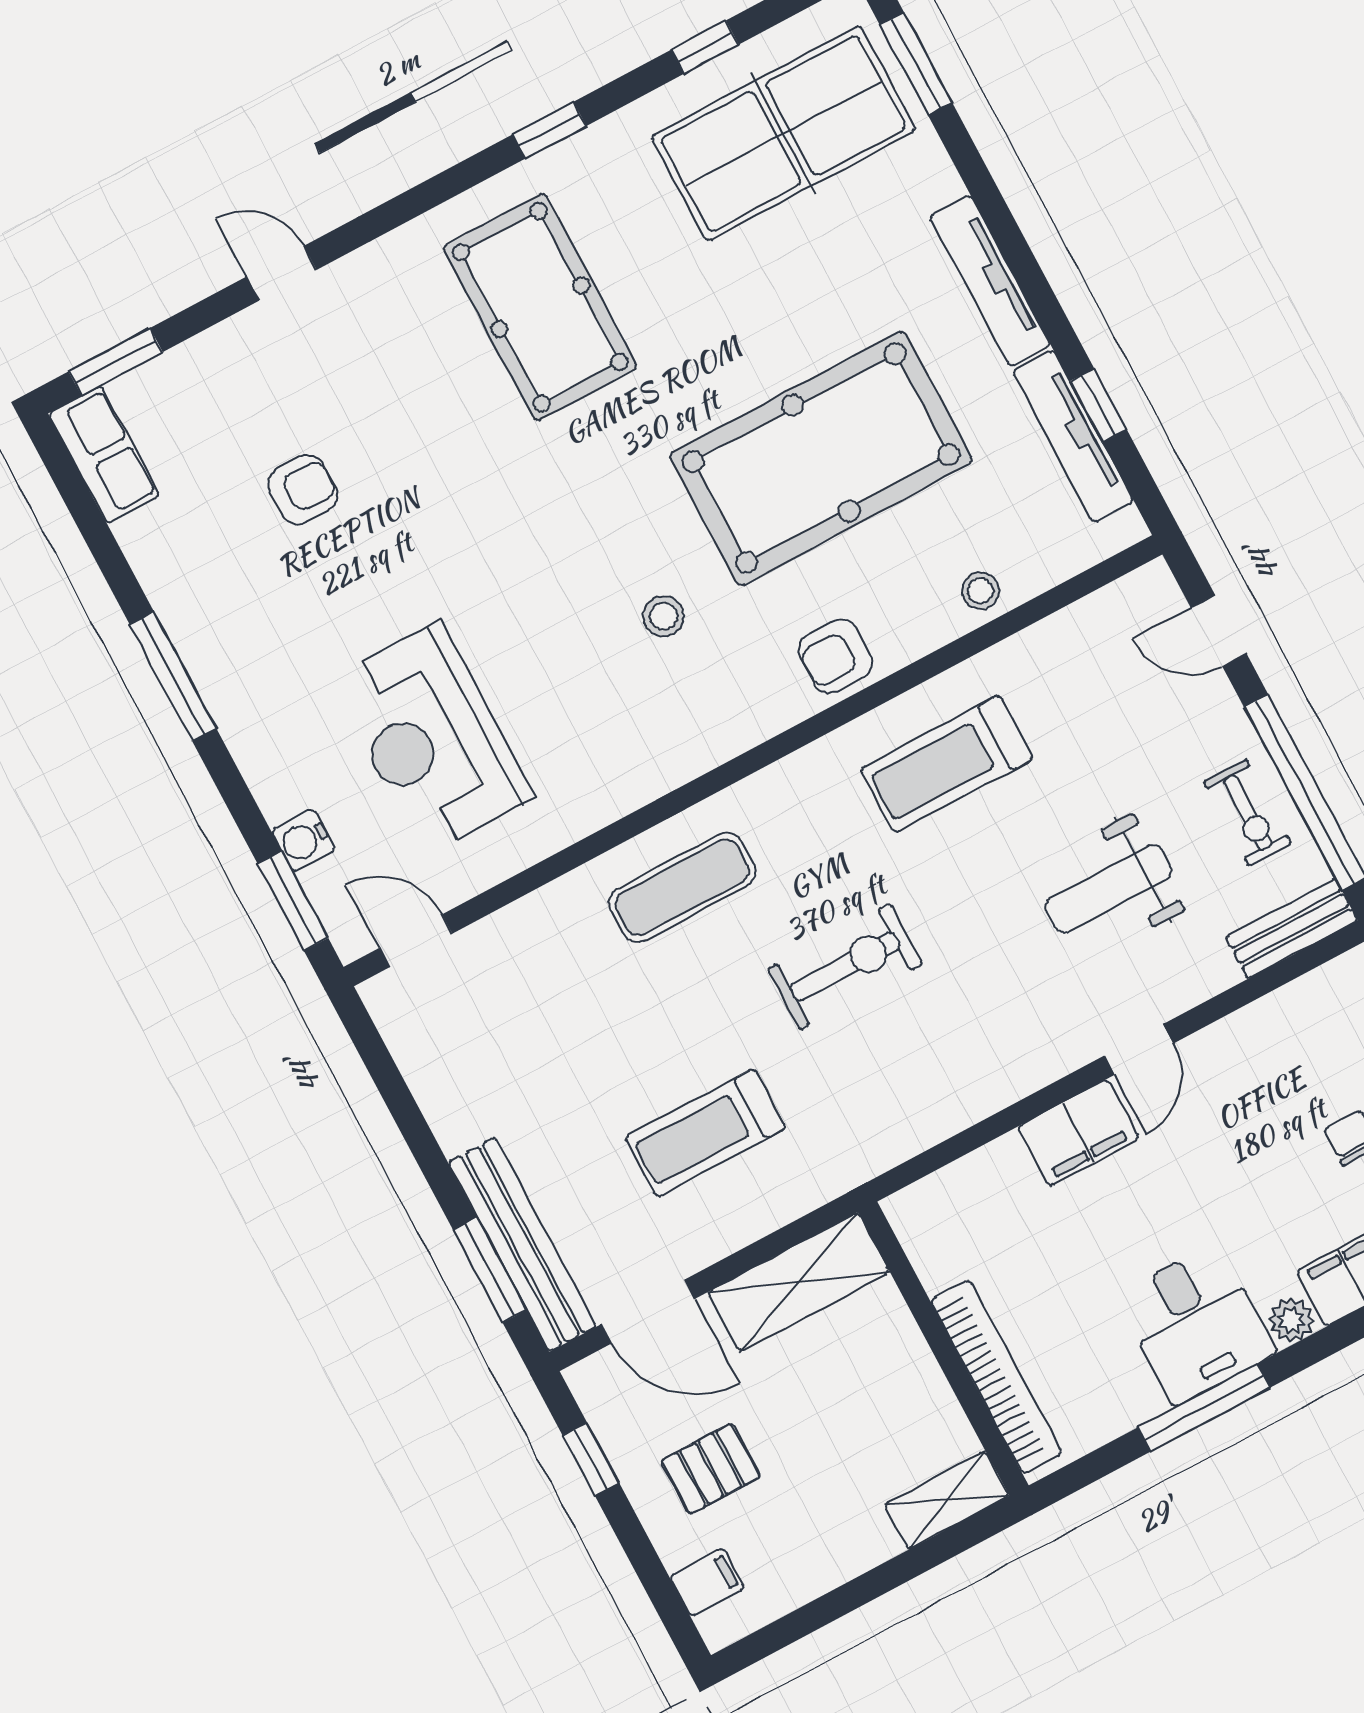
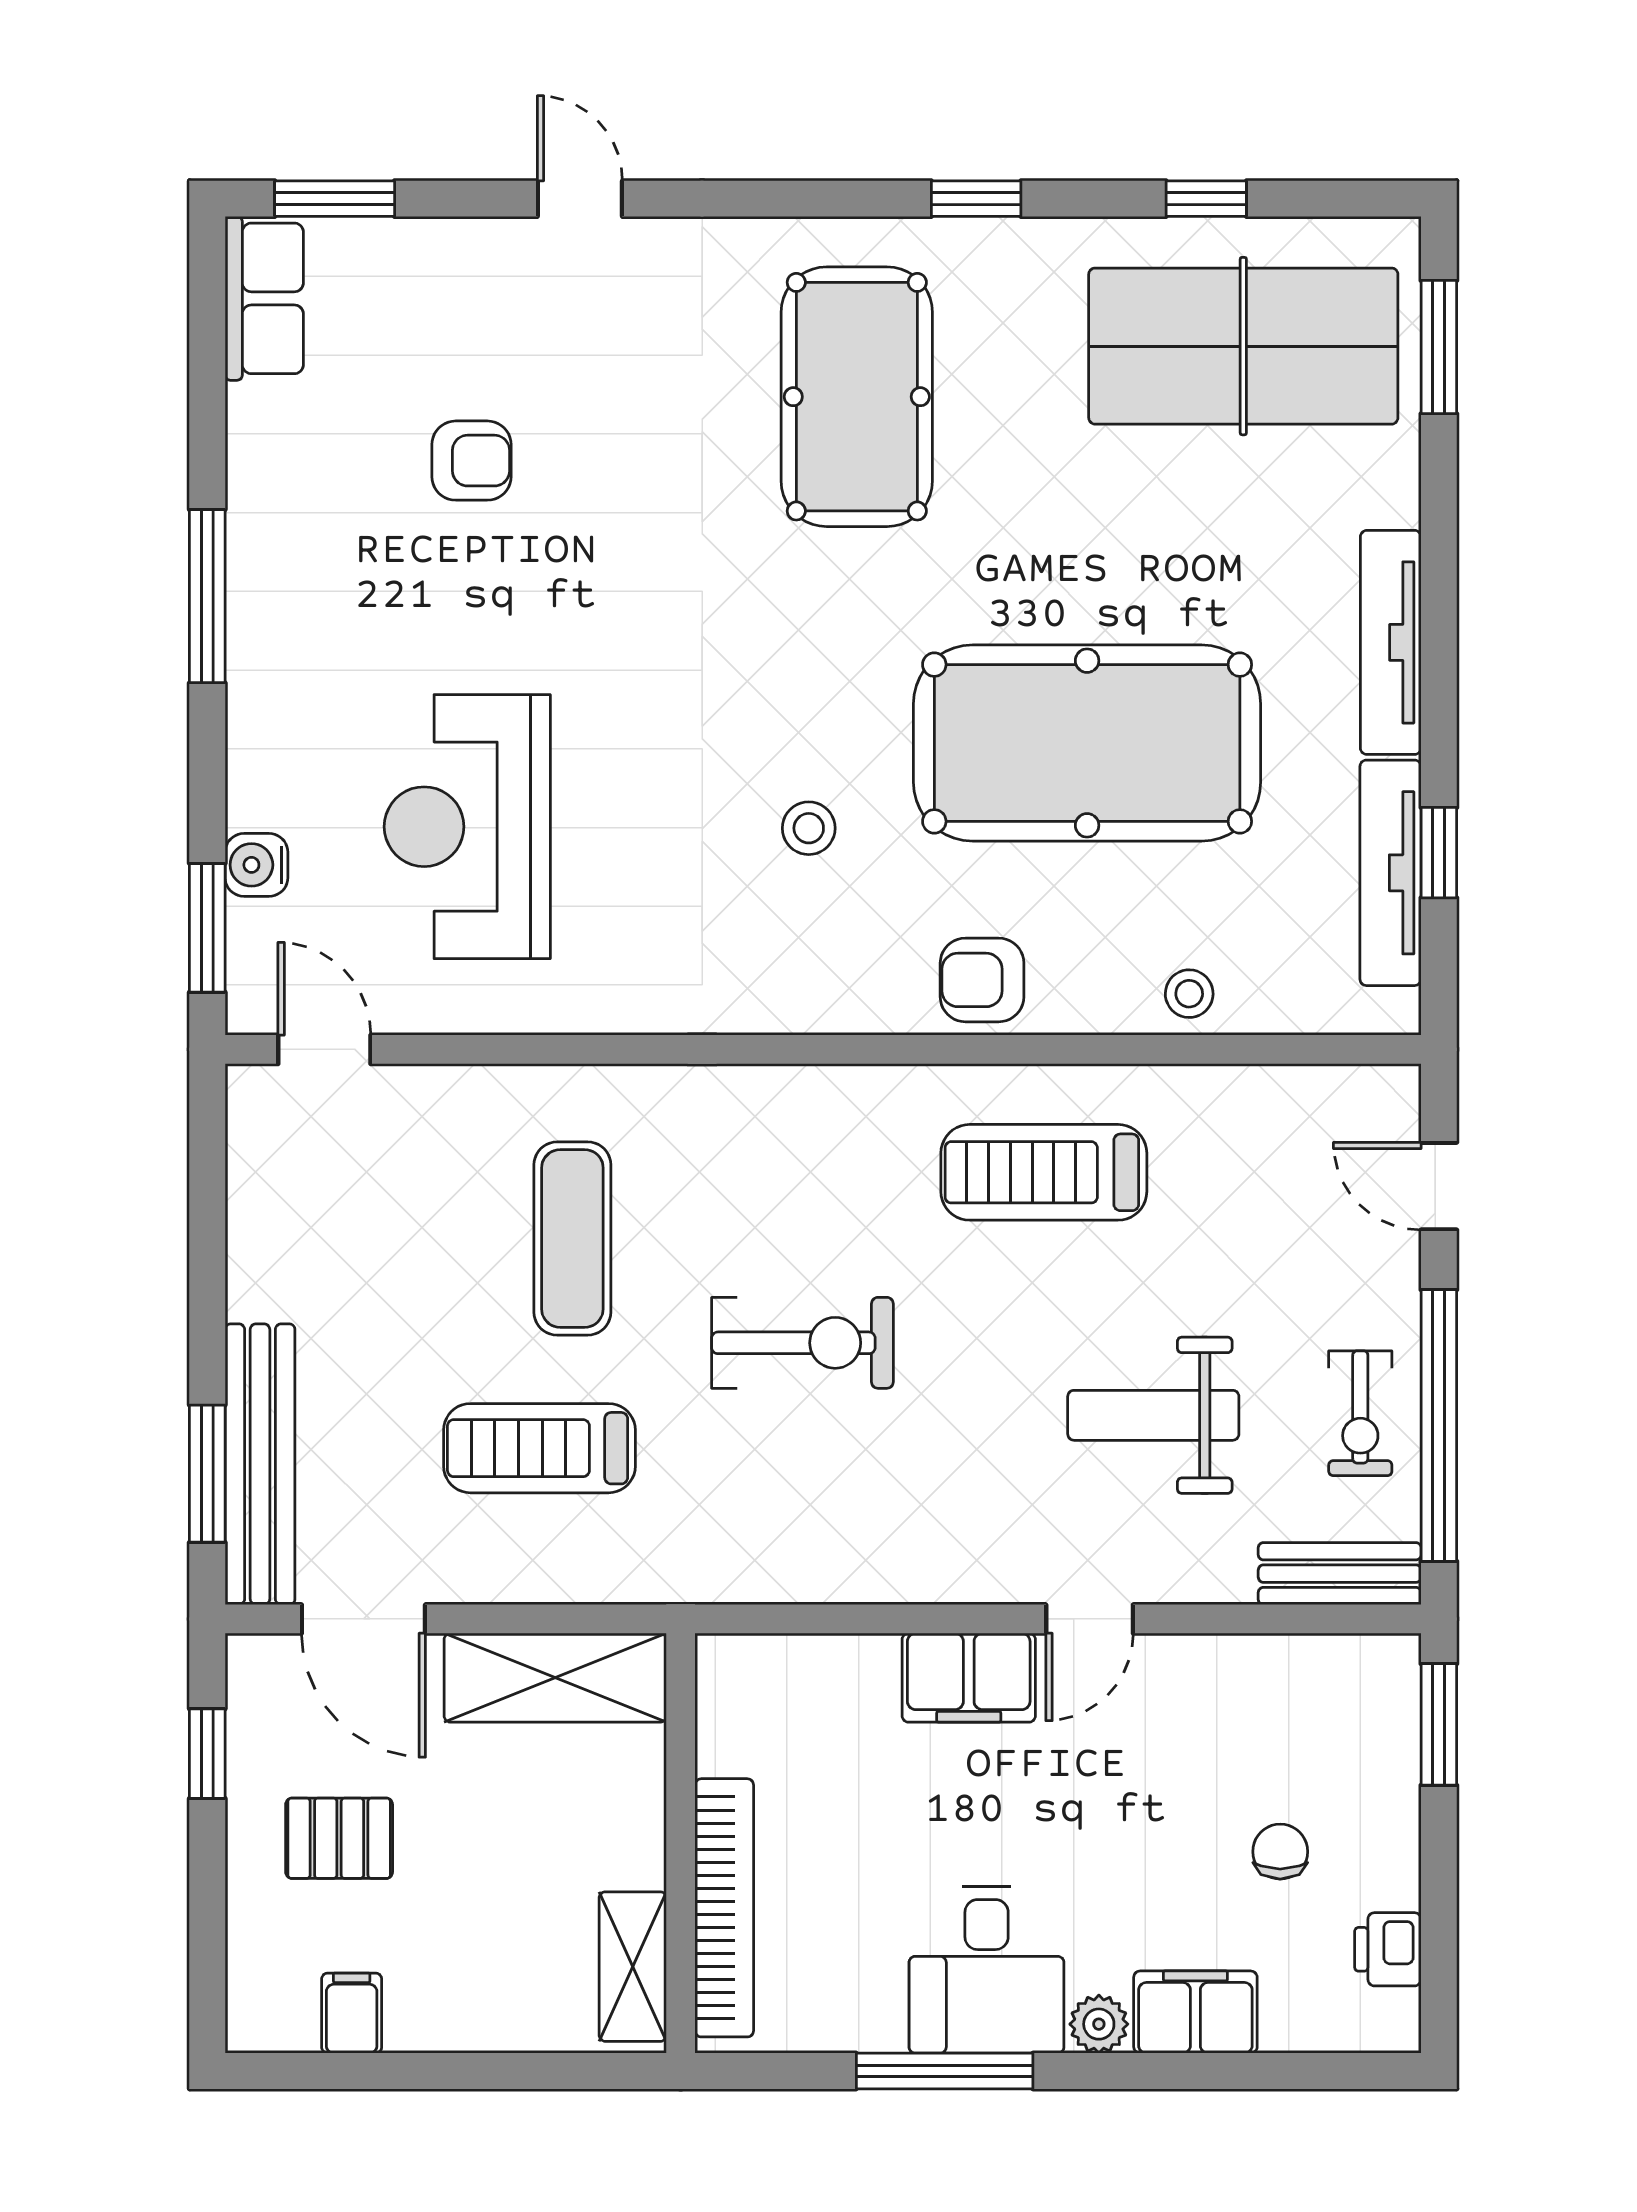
exercise mat: (682, 887) -> (572, 1238), moved, turned 90
shelving: (947, 1500) -> (633, 1967), moved, turned 90
filing cabinet: (707, 1582) -> (352, 2013), moved, turned -90

